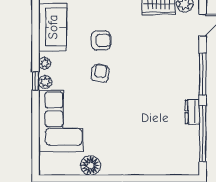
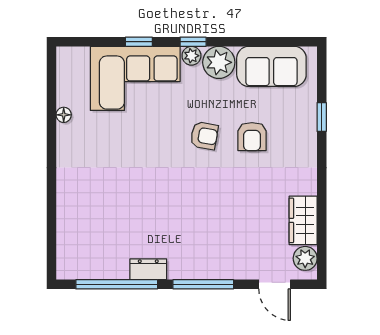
plant: (45, 63) -> (219, 62), width x1.88, depth x1.88
window: (36, 118) -> (139, 42), added
floor lamp: (91, 165) -> (64, 115), width x0.53, depth x0.53

